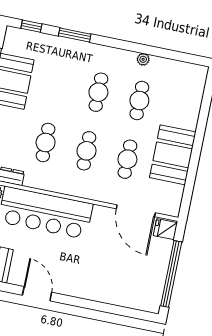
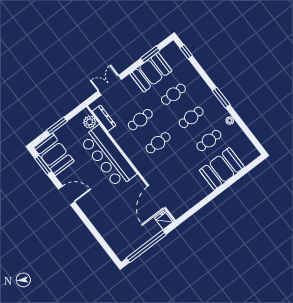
window: (75, 35) -> (221, 98), moved
booth: (173, 155) -> (222, 169), moved
cafe table: (127, 159) -> (173, 94), moved
door: (37, 294) -> (67, 195), hinge flipped

